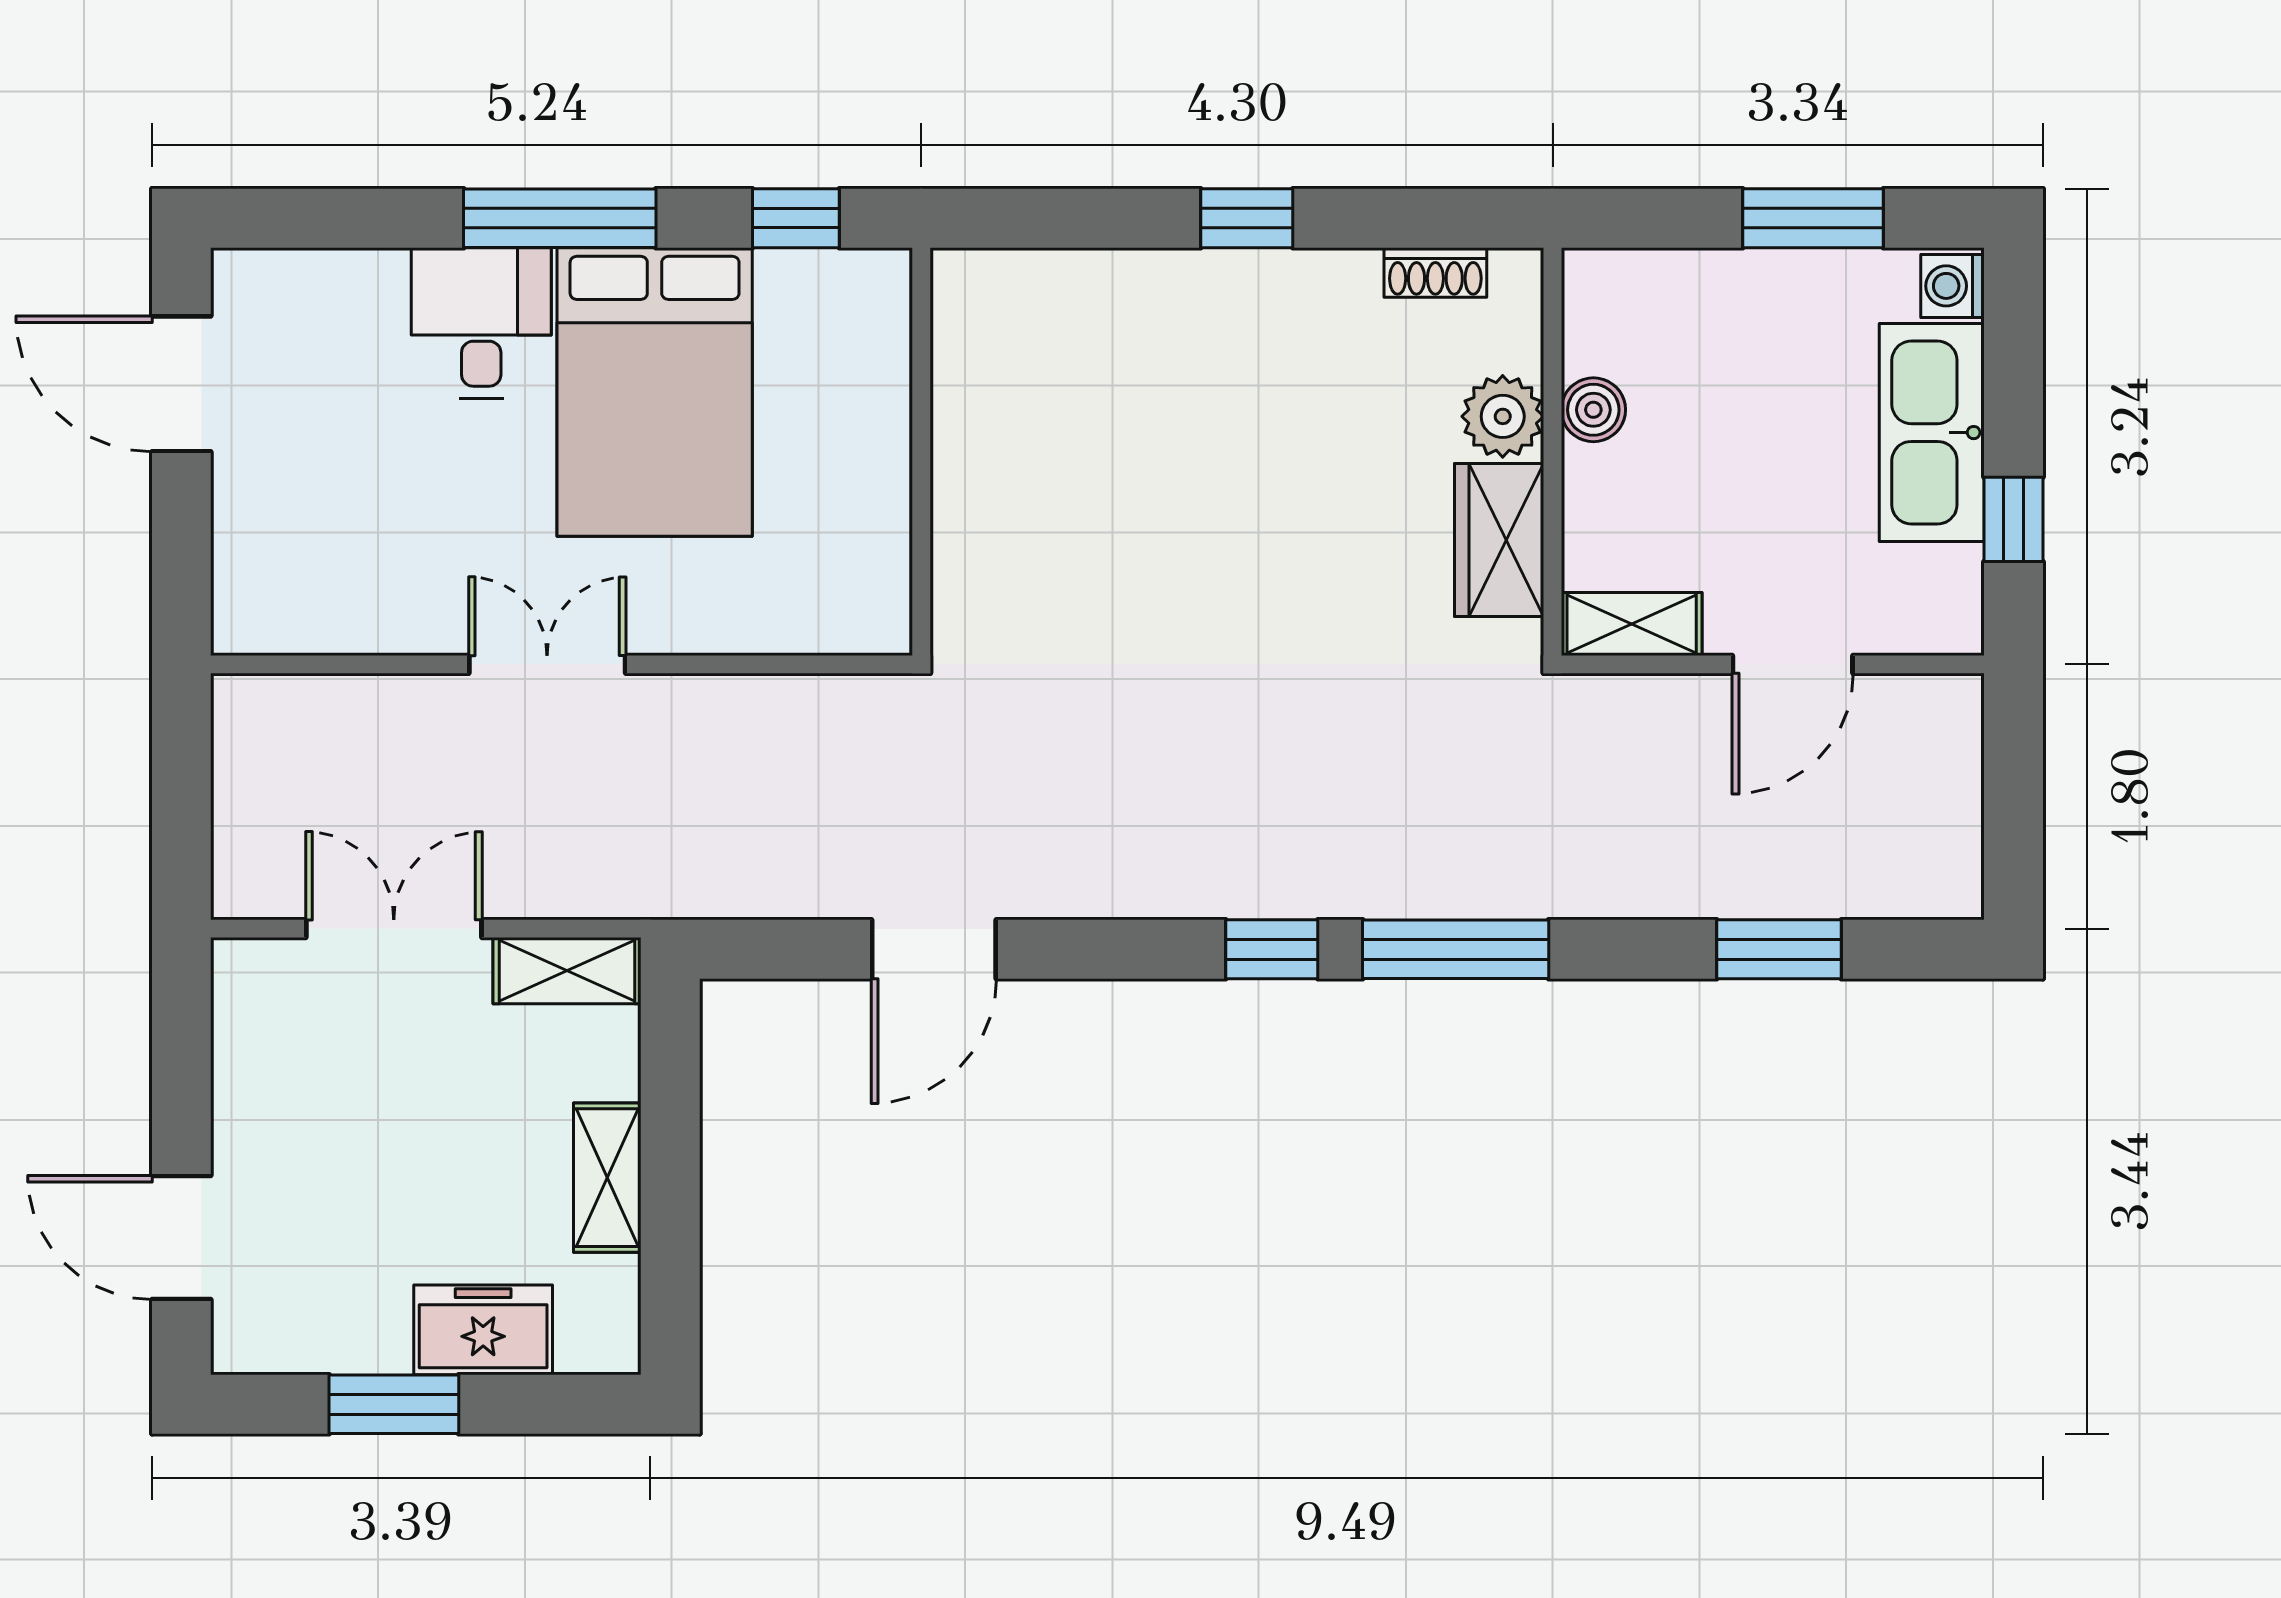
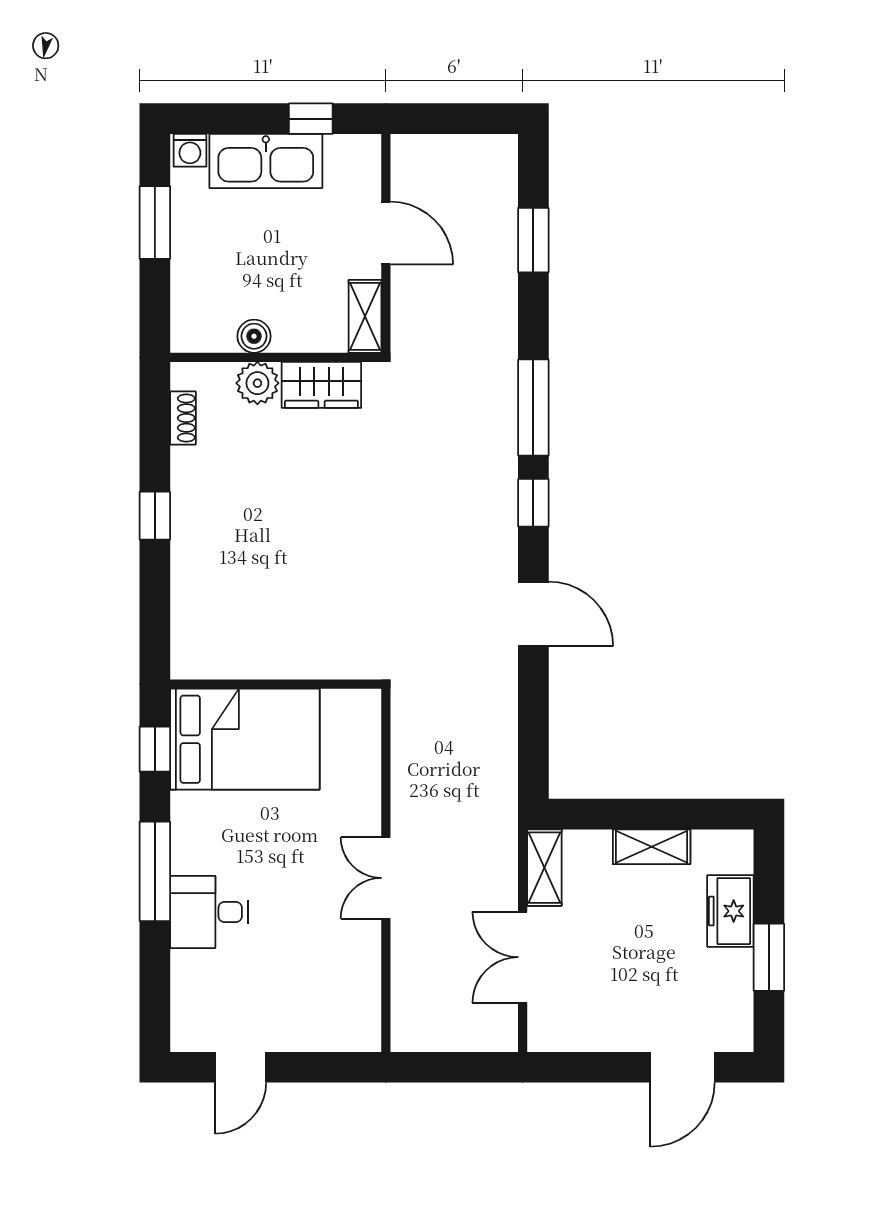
door: (181, 384) -> (241, 1067), width x0.73
bed: (655, 392) -> (245, 739), moved
door: (934, 949) -> (533, 614), moved

